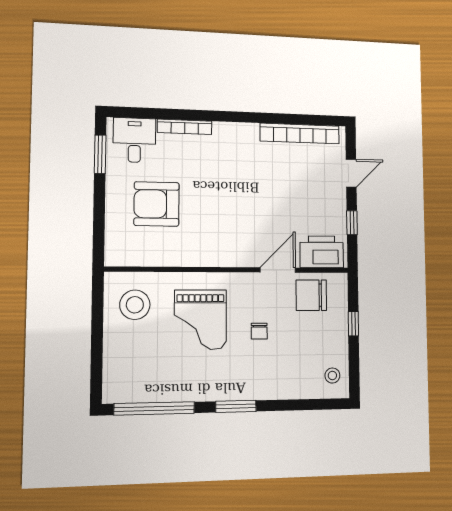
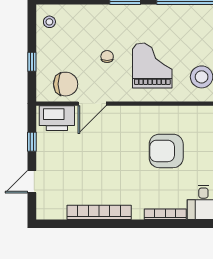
bookcase: (300, 133) -> (99, 212), moved
armchair: (157, 204) -> (166, 151), moved, turned 180

